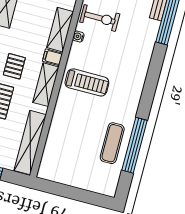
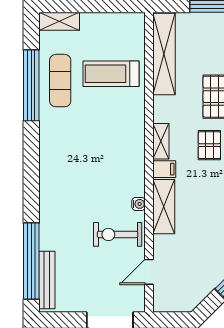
treadmill: (87, 82) -> (111, 74), moved
shelving: (46, 85) -> (161, 141), width x0.67, depth x0.75
shelving: (101, 187) -> (59, 21), added

